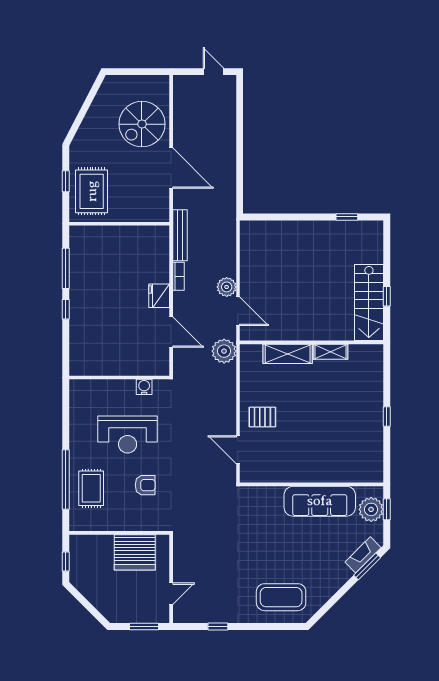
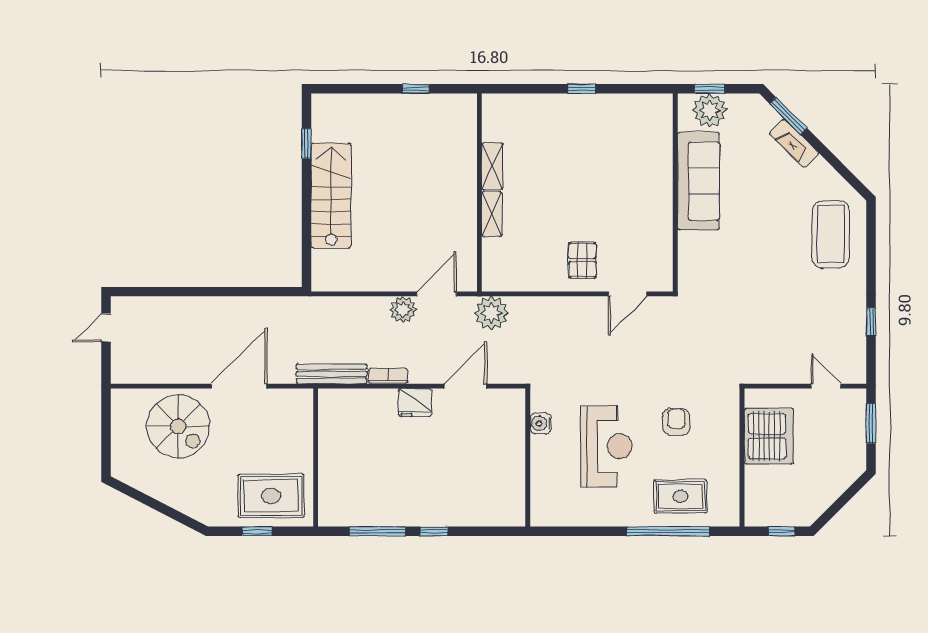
stairs: (369, 302) -> (331, 195), moved, turned -90
shelving: (288, 354) -> (492, 214), width x0.67, depth x0.75
fireplace: (363, 555) -> (794, 143), moved

